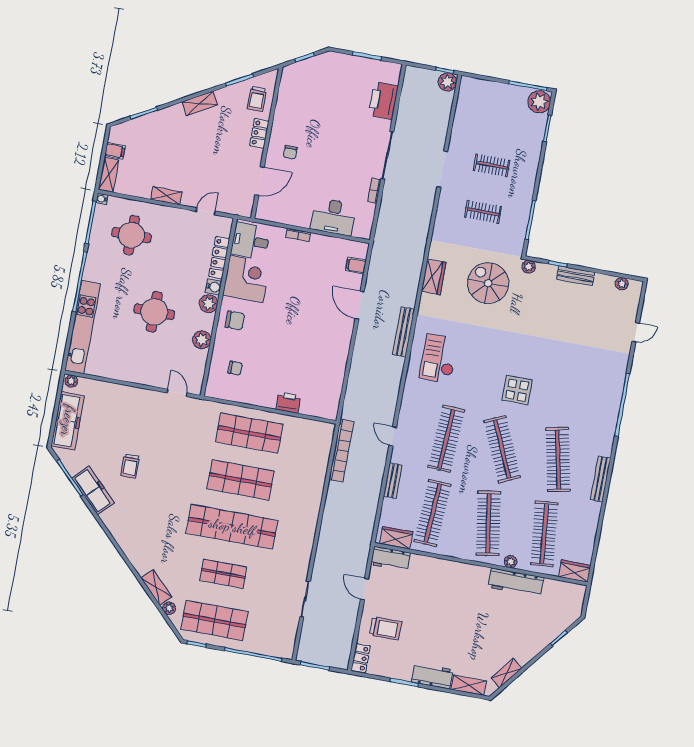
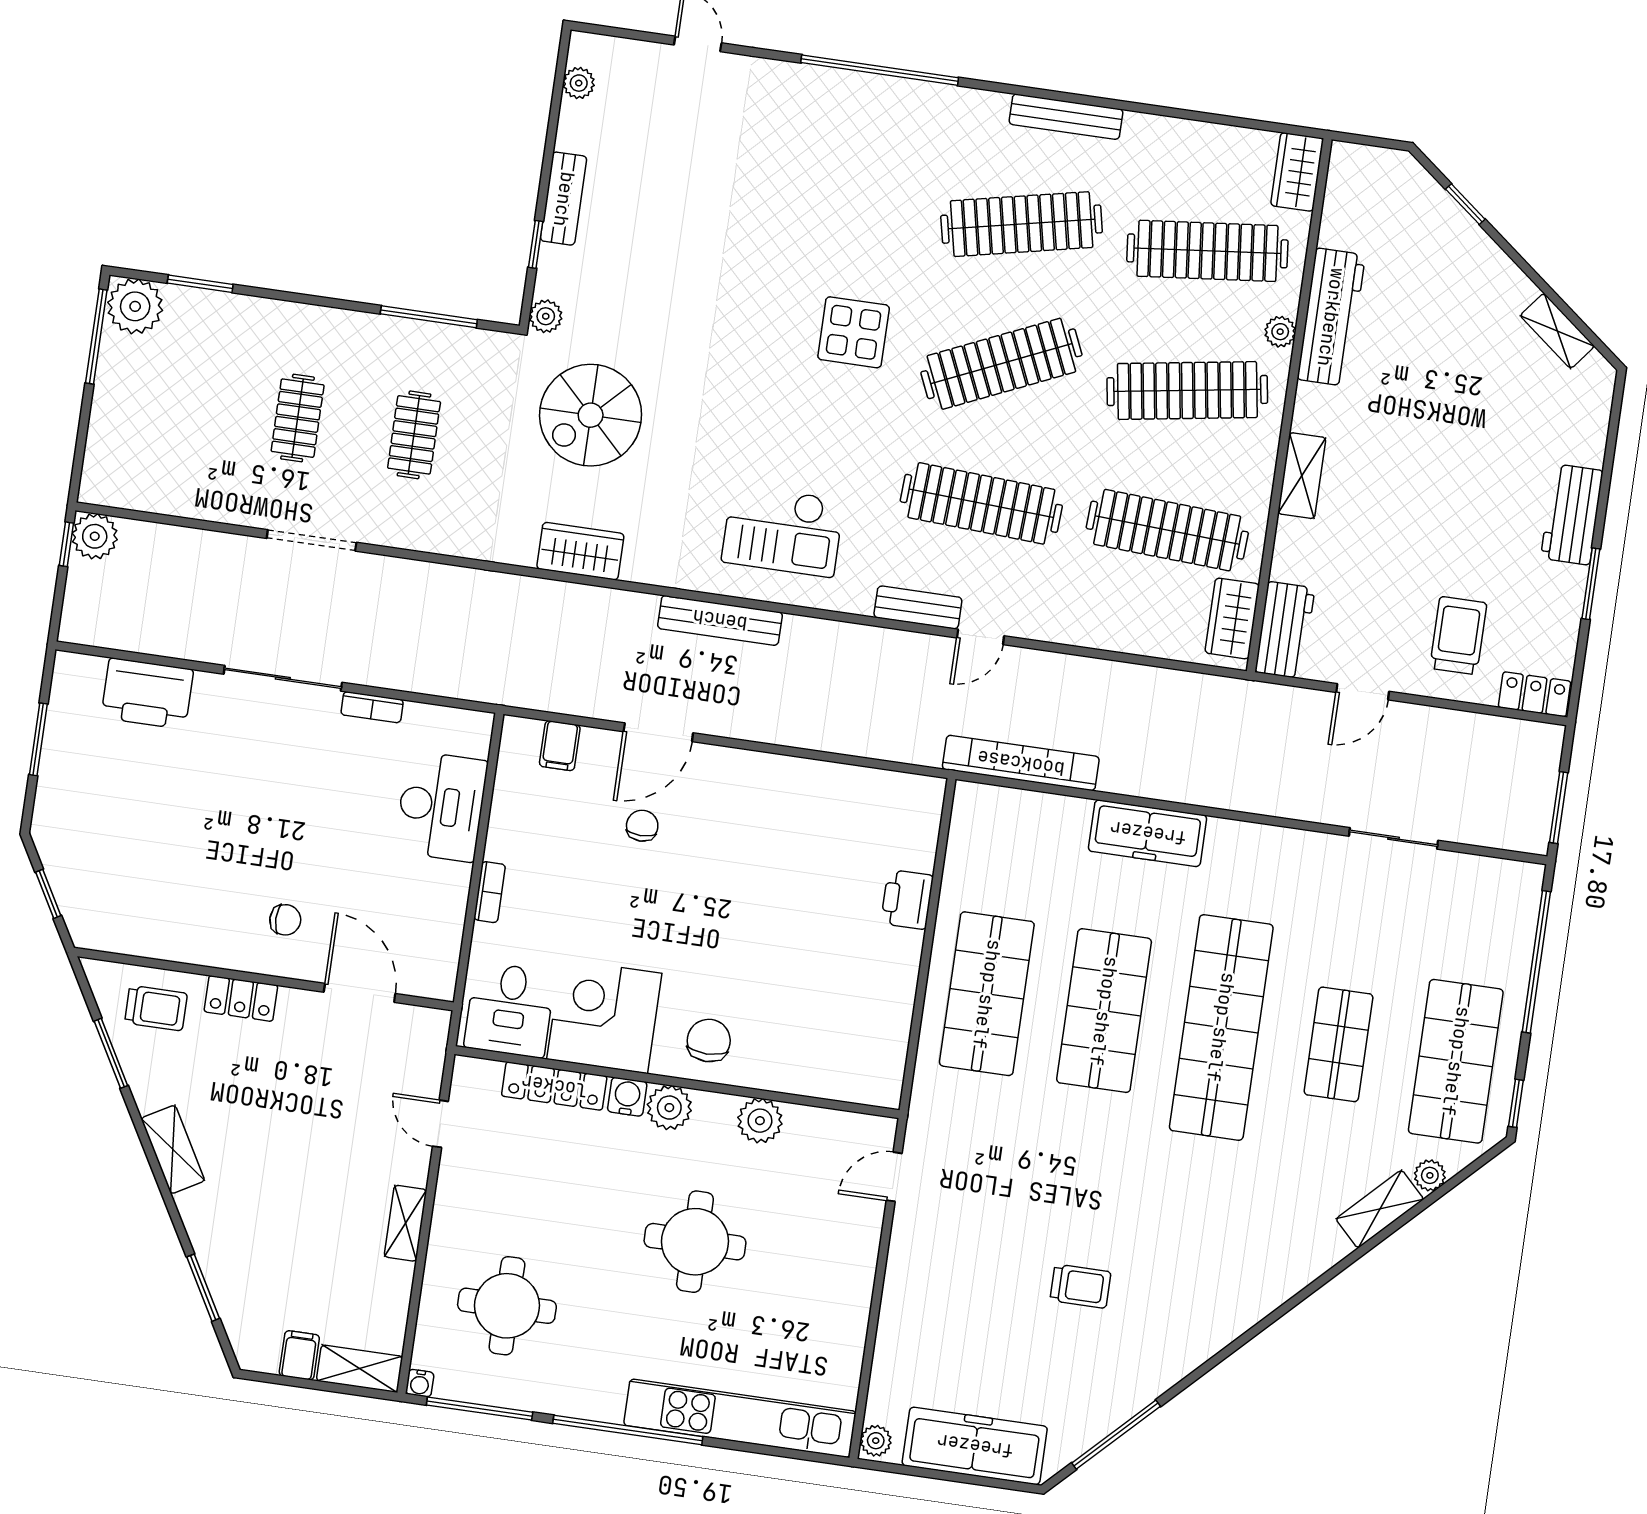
chair: (235, 368) -> (642, 826), moved
bench: (393, 481) -> (918, 607), moved
freezer: (93, 490) -> (1148, 833), moved, turned -135
shelving: (468, 685) -> (1302, 476), moved

